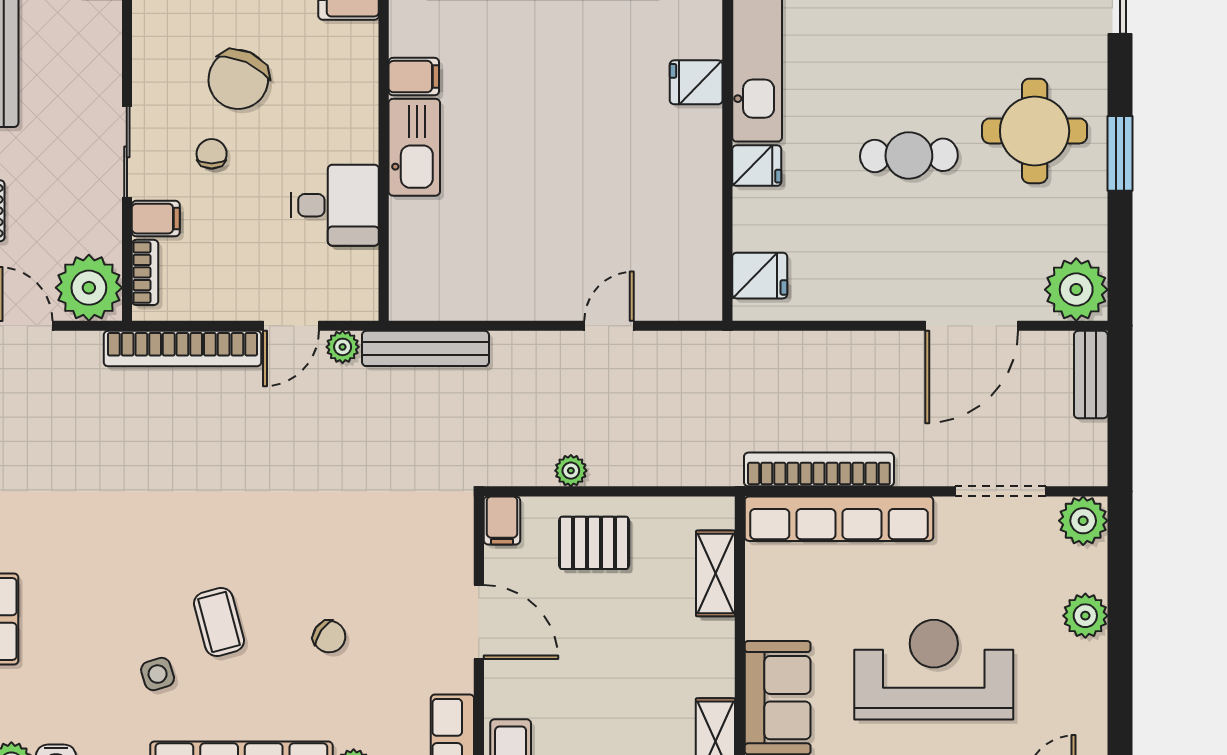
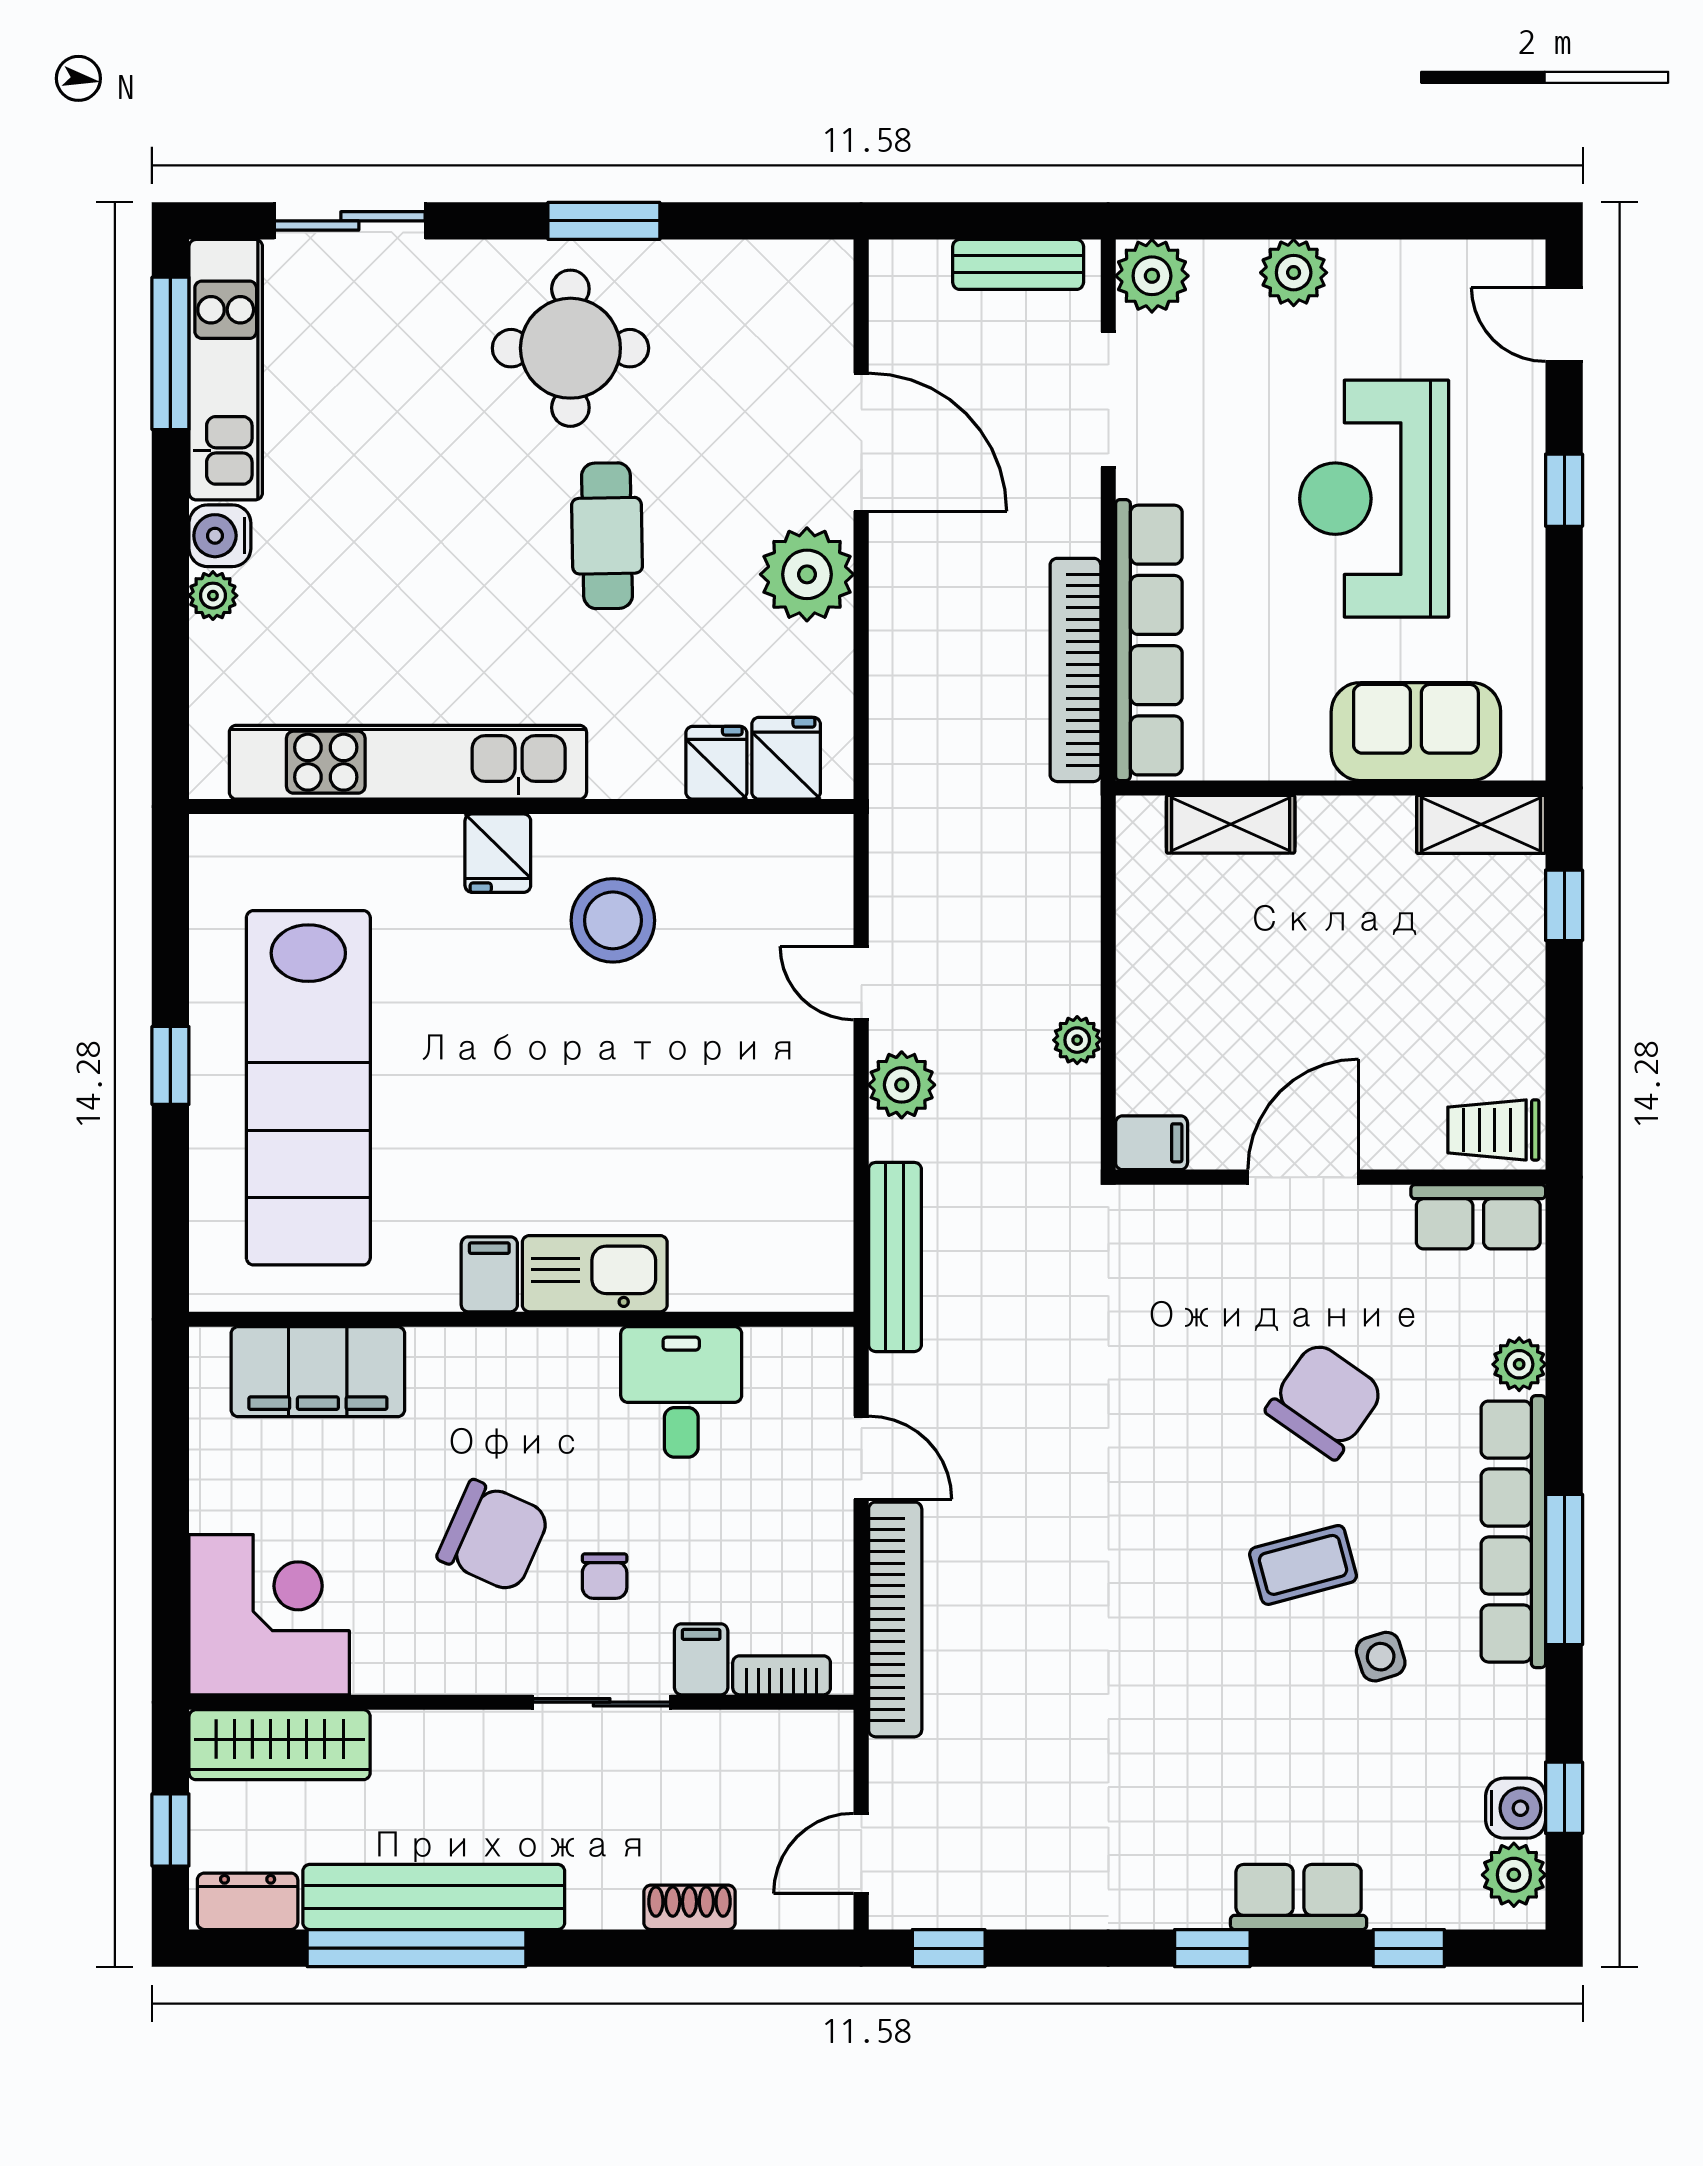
chair: (212, 154) -> (605, 1576), turned -90
stool: (651, 159) -> (613, 920), added
fridge: (757, 166) -> (716, 763), moved
plant: (89, 288) -> (804, 1759), removed
plant: (1076, 290) -> (807, 574), moved
plant: (343, 347) -> (902, 1085), moved, width x1.38, depth x1.38
bench: (1091, 375) -> (1018, 264), moved
pallet: (594, 543) -> (1185, 1005), removed
chair: (329, 637) -> (1325, 1400), width x1.87, depth x1.87

